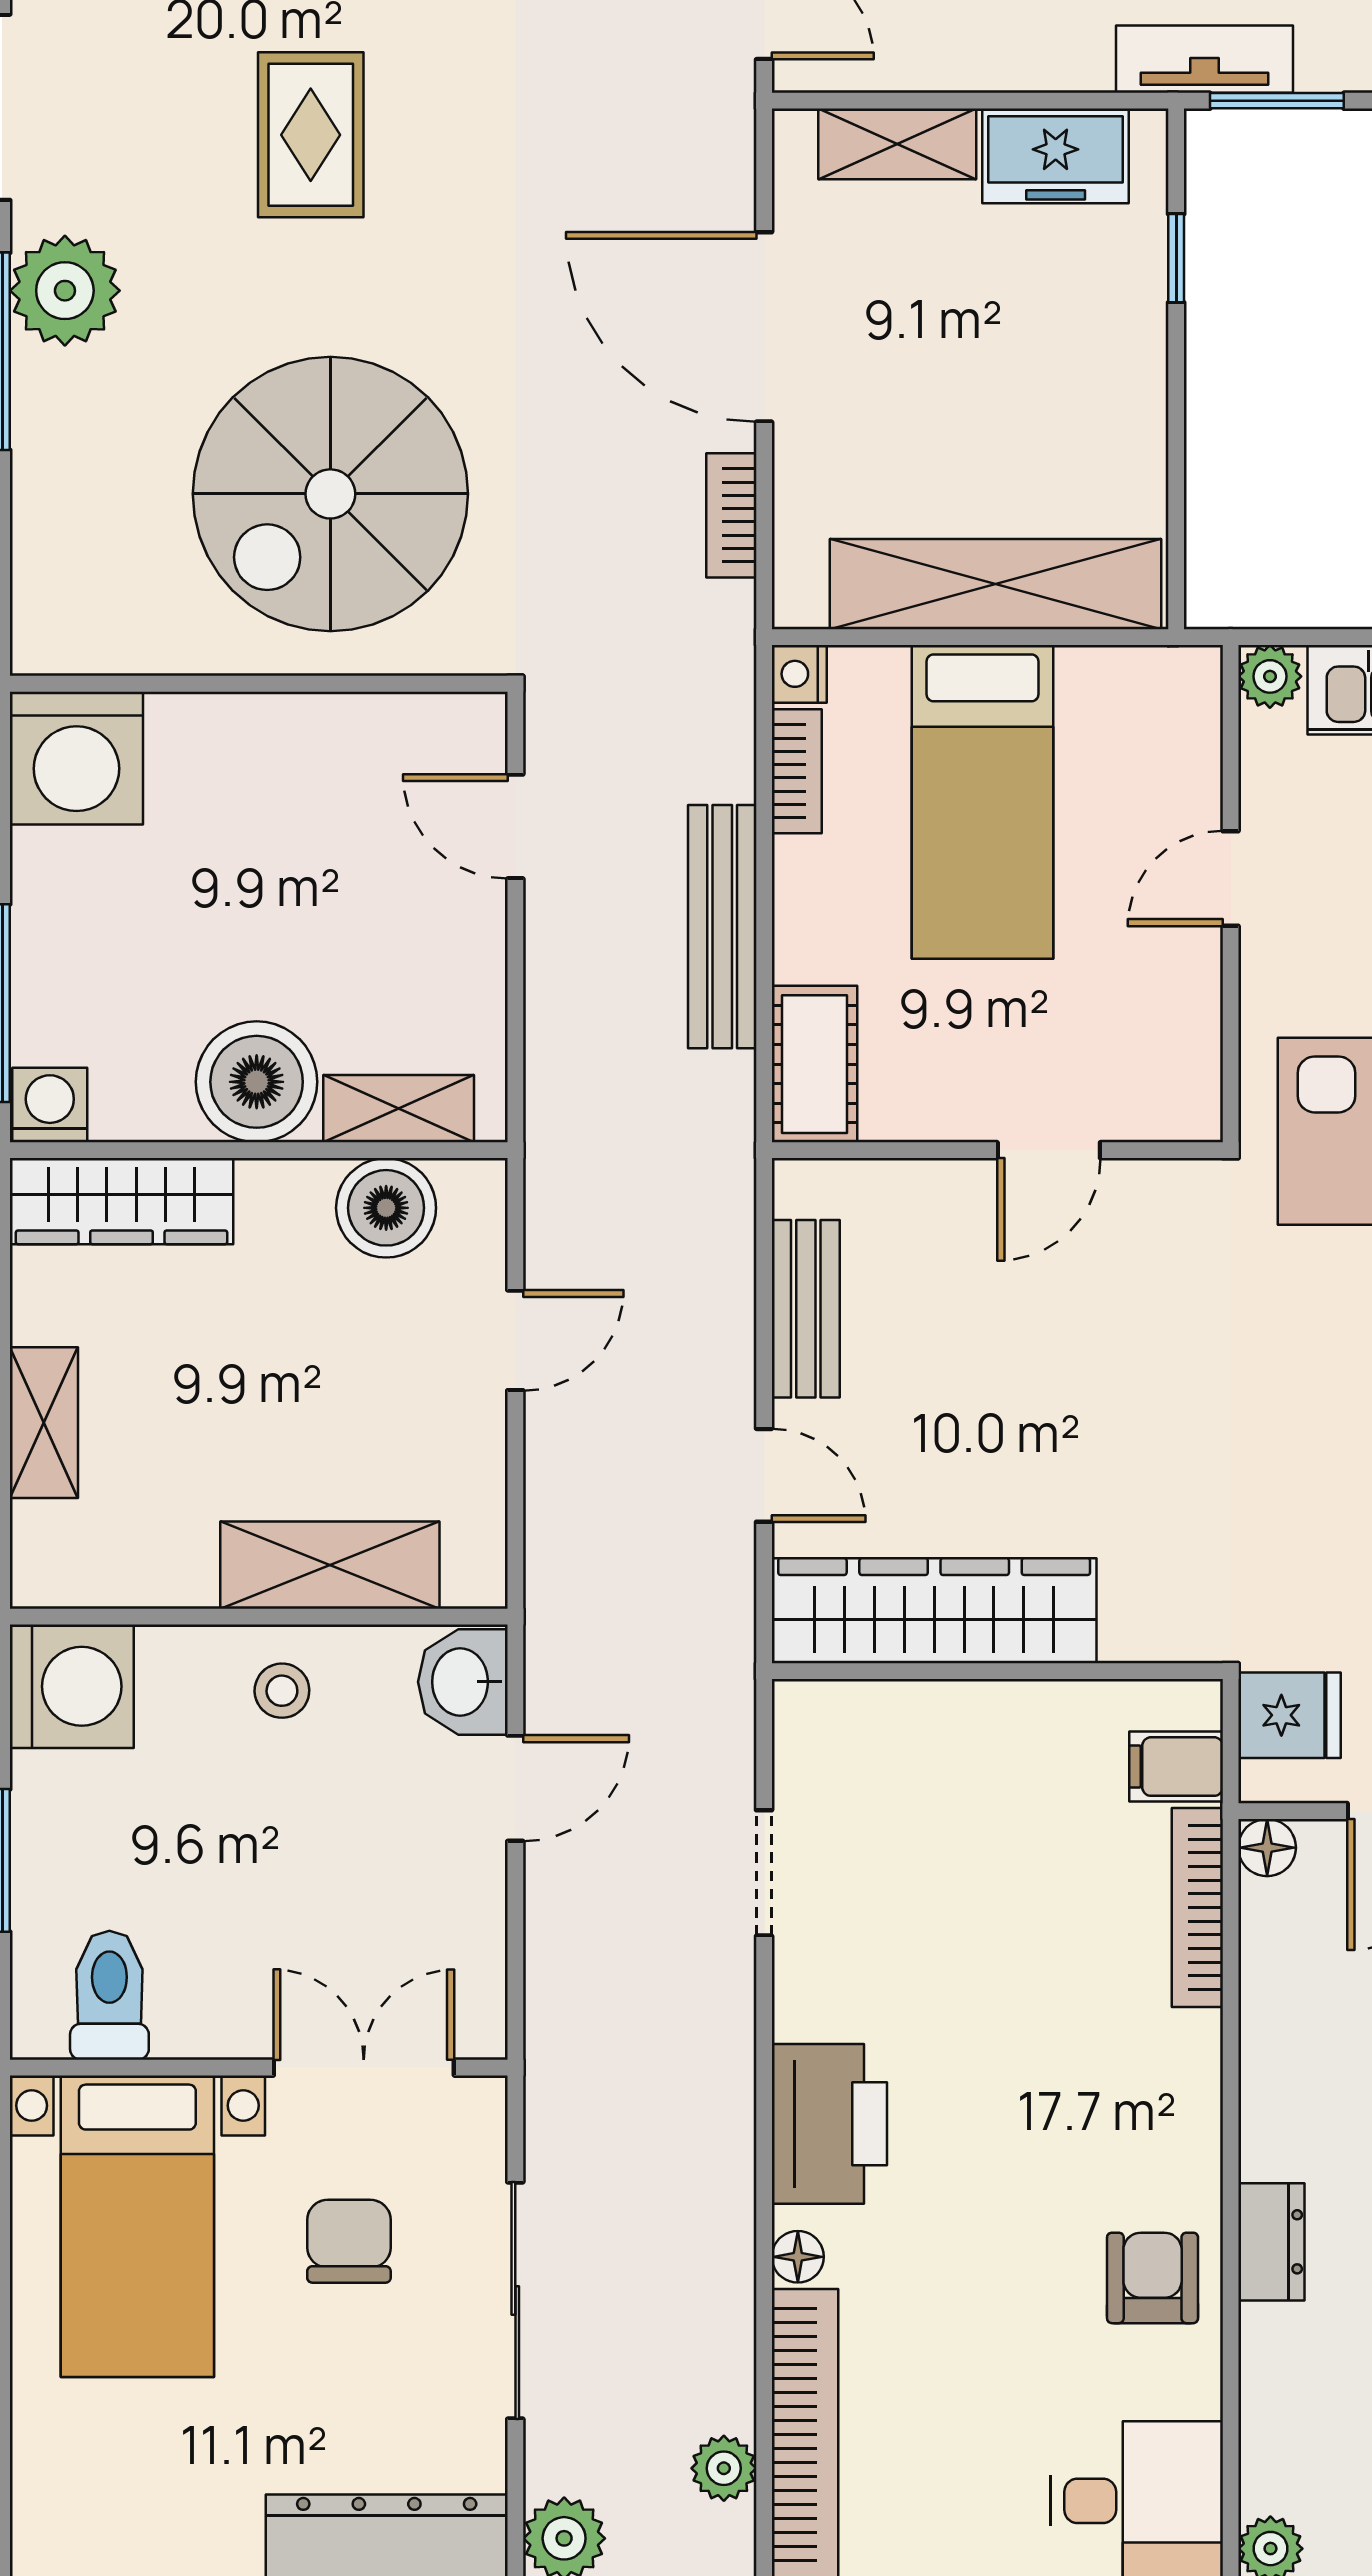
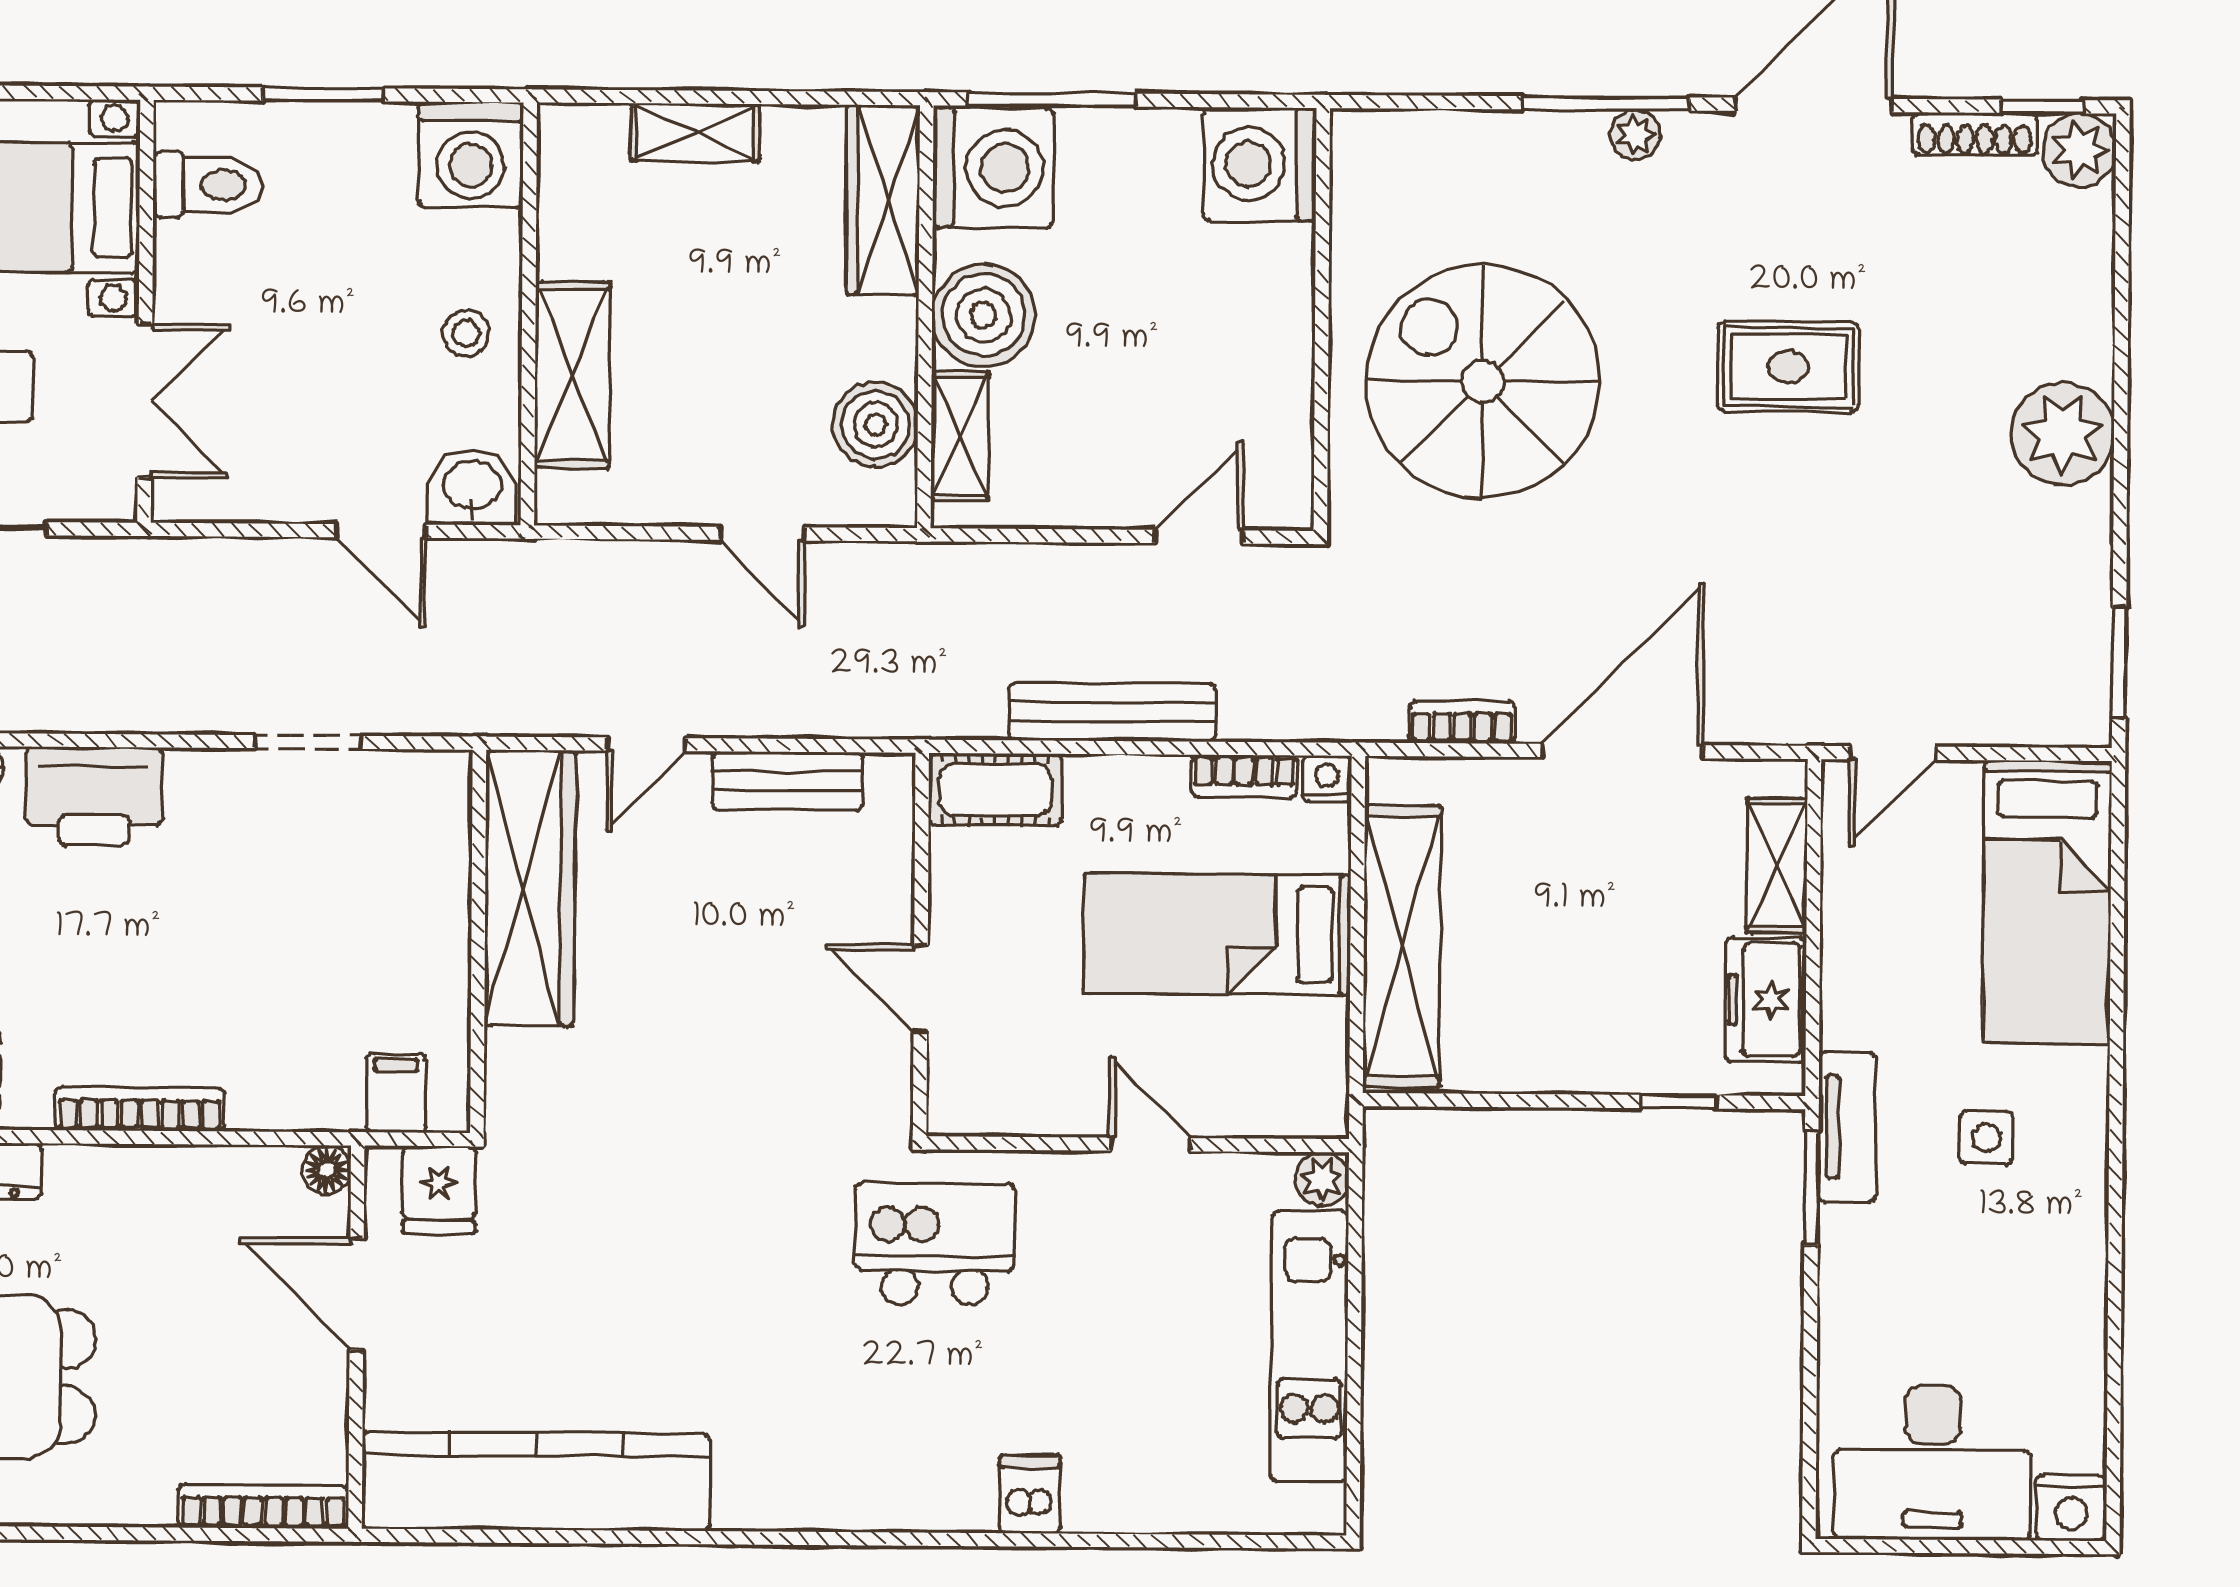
plant: (65, 291) -> (1635, 135), width x0.53, depth x0.53
washing machine: (50, 1105) -> (993, 168), width x1.89, depth x1.89
bookcase: (1197, 1907) -> (140, 1109), moved

